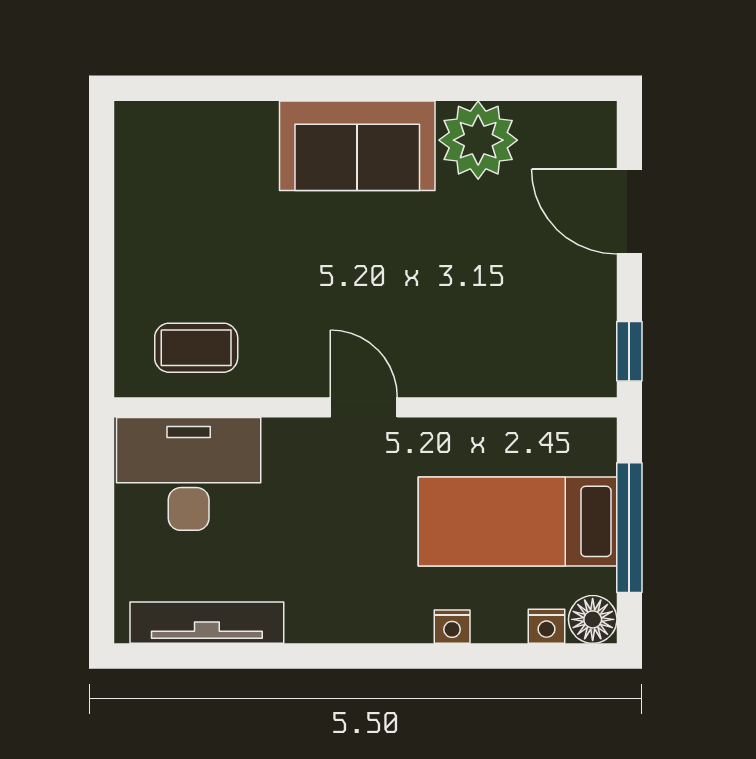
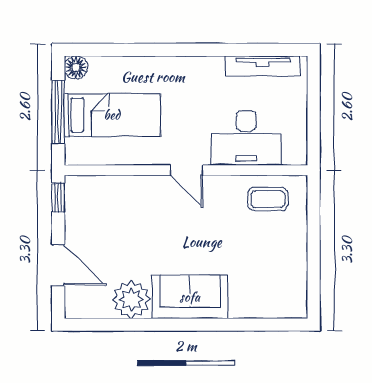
desk: (189, 474) -> (246, 138), moved
nightstand: (547, 626) -> (98, 64), removed
nightstand: (452, 627) -> (144, 64), removed

